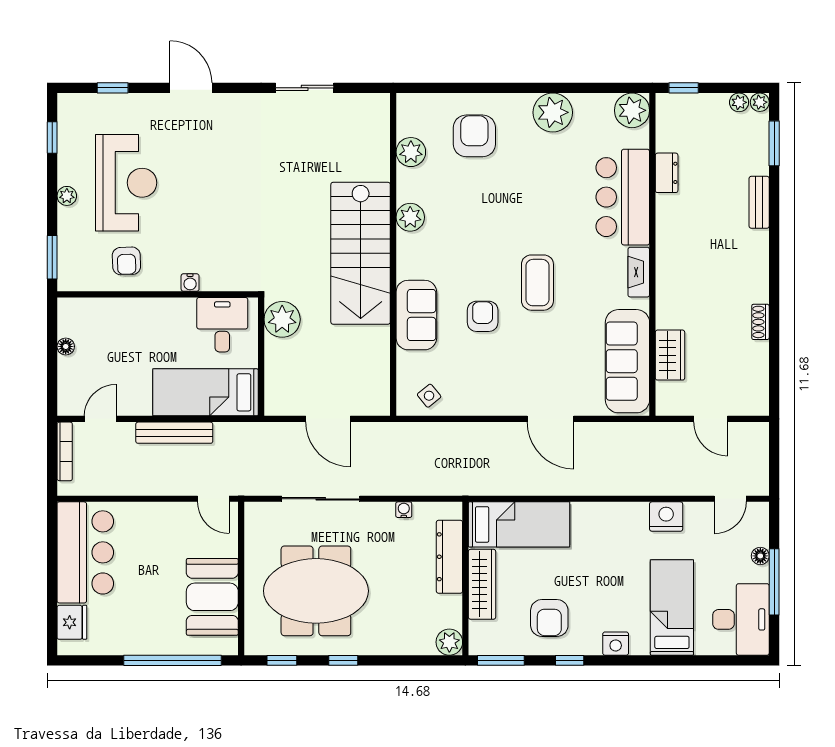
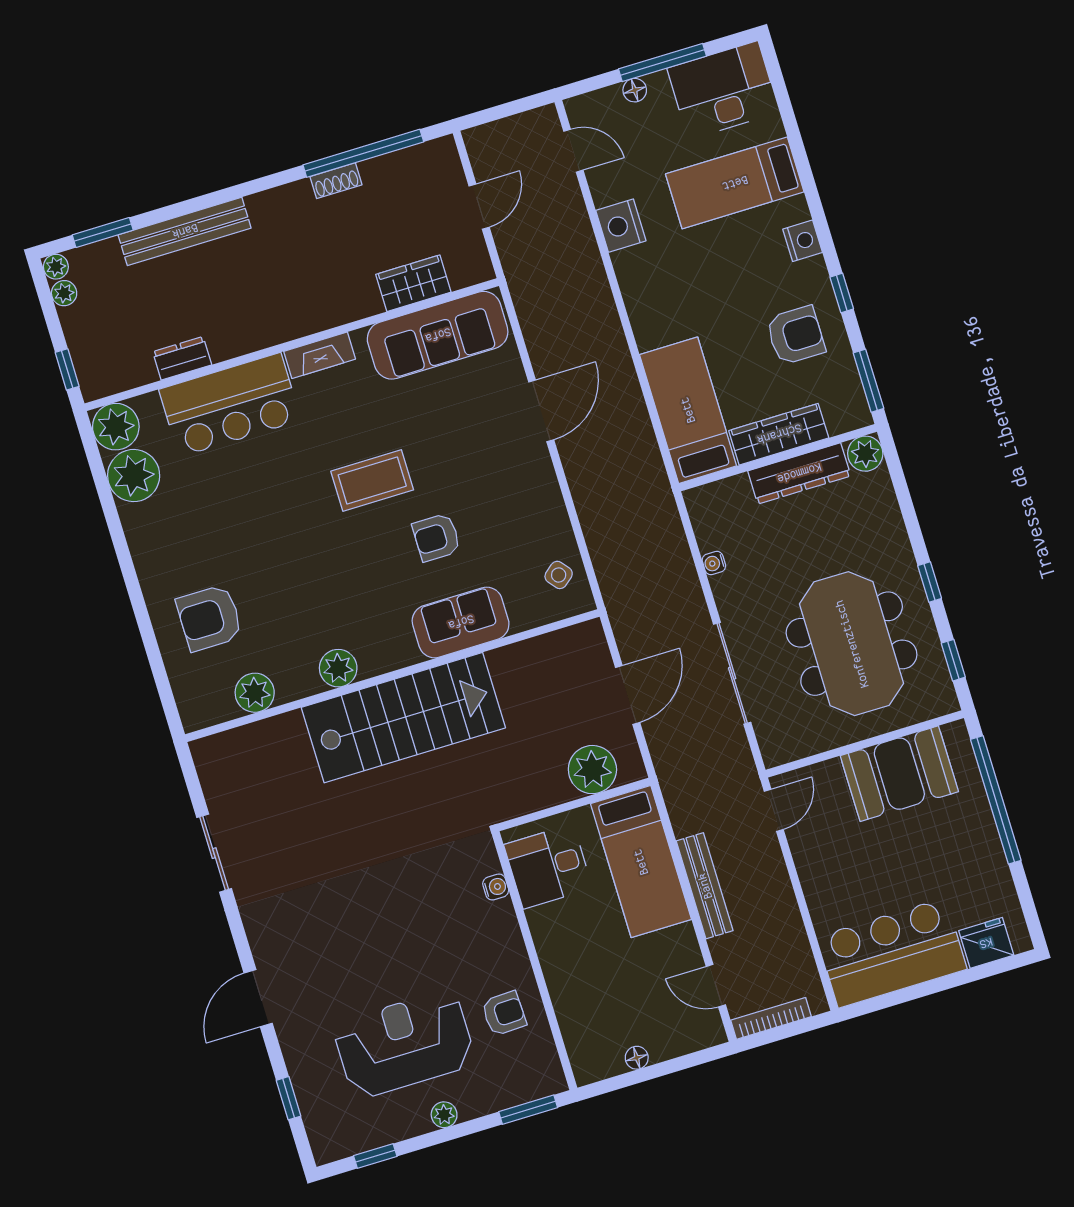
plant: (553, 112) -> (134, 476), moved
bench: (759, 202) -> (185, 231), width x1.86, depth x1.21
water cooler: (190, 283) -> (496, 887), moved
plant: (282, 319) -> (592, 770), moved
window: (774, 348) -> (363, 153), added
dresser: (449, 557) -> (799, 473), moved

